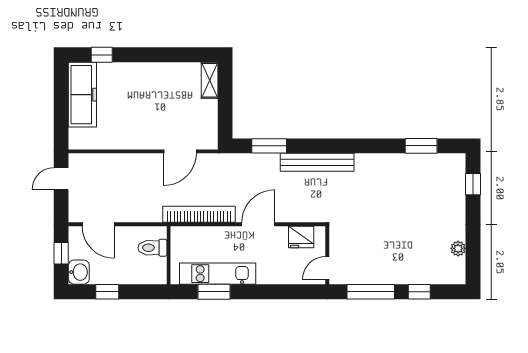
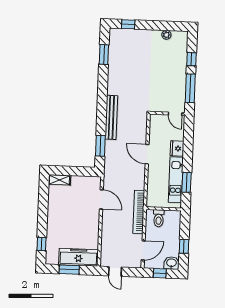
freezer: (82, 95) -> (78, 257), moved
window: (61, 102) -> (69, 270), added
bookcase: (199, 214) -> (139, 212), moved
fridge: (301, 237) -> (177, 148), moved, turned 180

